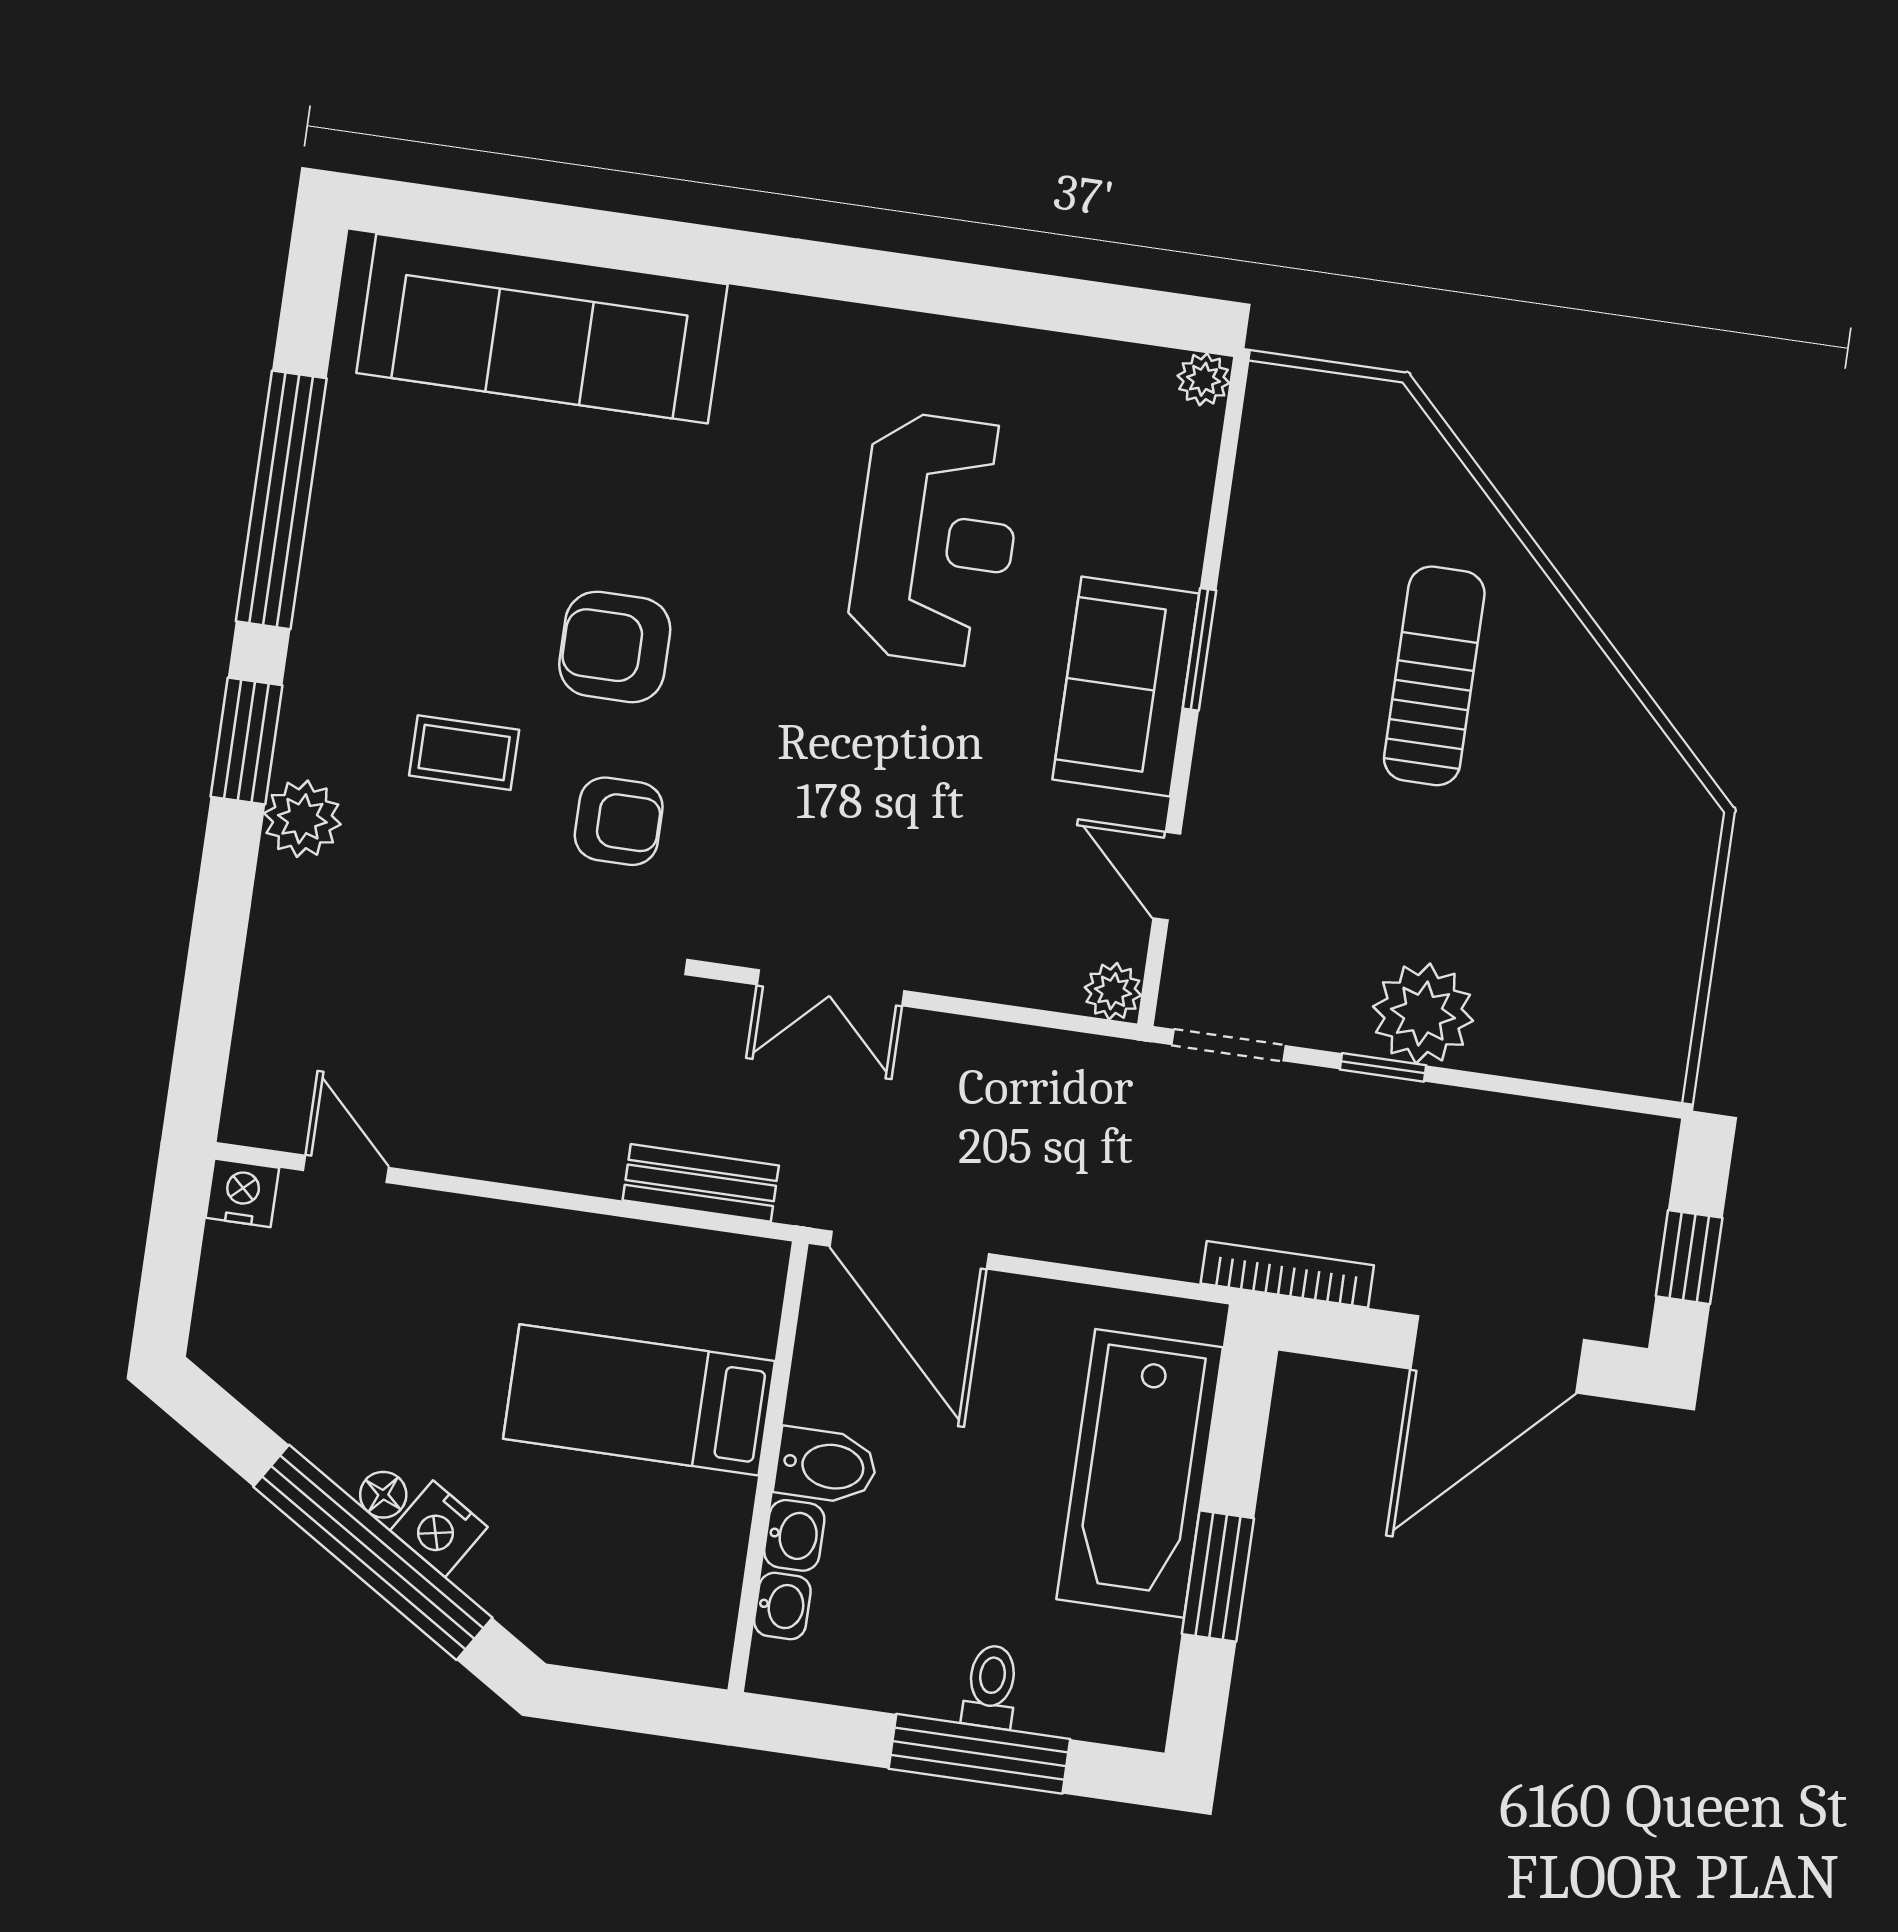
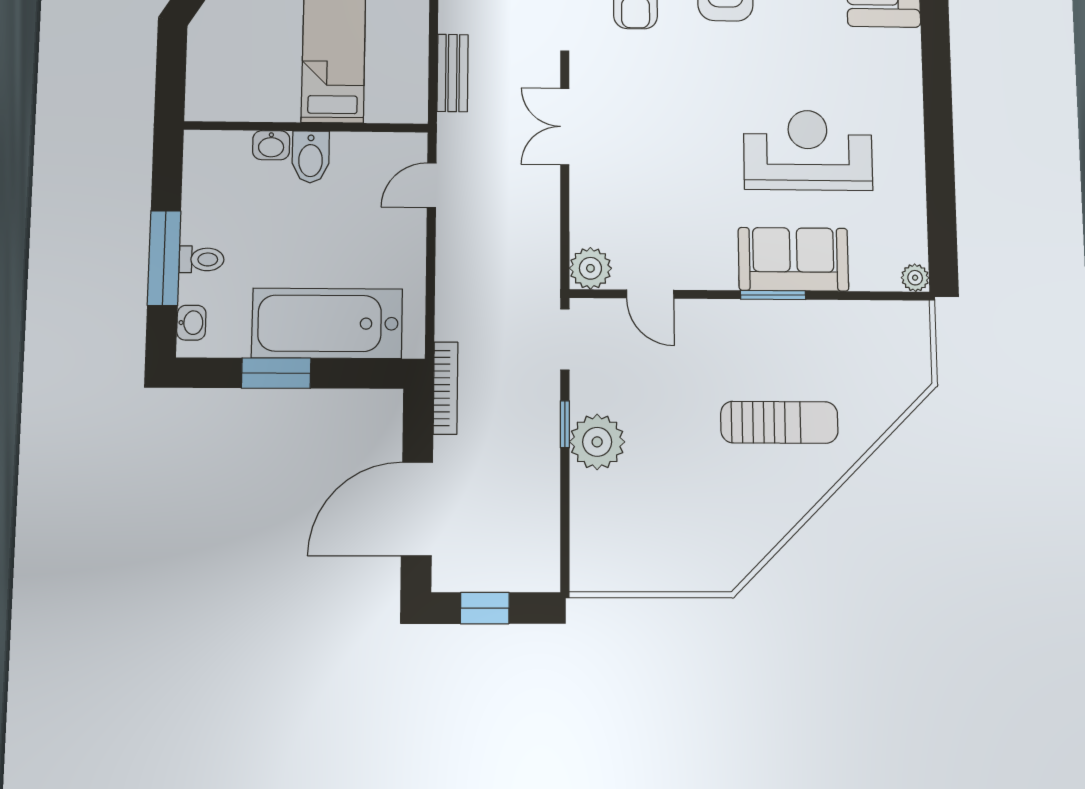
reception desk: (936, 539) -> (808, 150), turned 180
sofa: (1126, 687) -> (793, 259), moved
door: (1167, 876) -> (650, 294), swing flipped
plant: (1113, 991) -> (590, 268), width x1.38, depth x1.38
door: (909, 1250) -> (432, 185), width x0.53
door: (1497, 1354) -> (417, 509), hinge flipped
washbasin: (782, 1606) -> (191, 323), moved, turned -90

